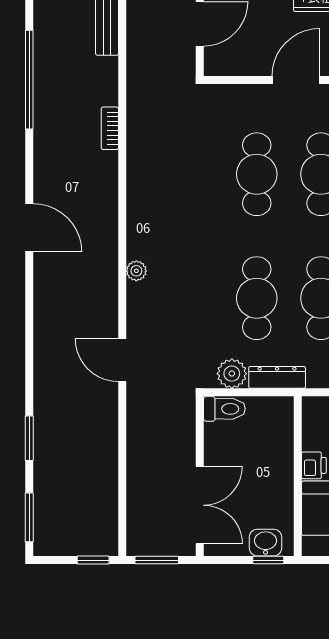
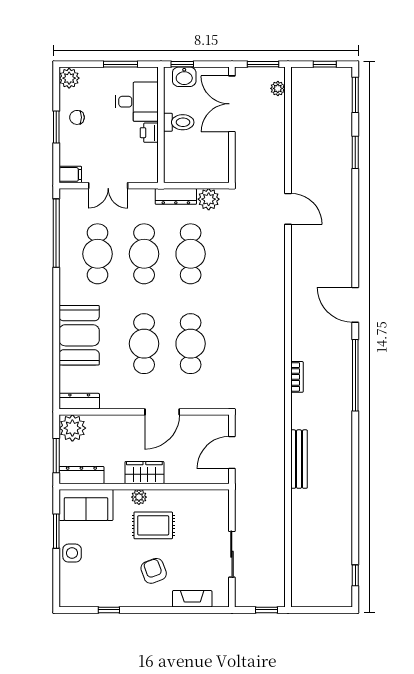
window: (29, 80) -> (355, 375), moved
plant: (136, 271) -> (278, 88), moved
toilet: (224, 409) -> (179, 122), moved, turned 180
window: (93, 560) -> (325, 64), moved

